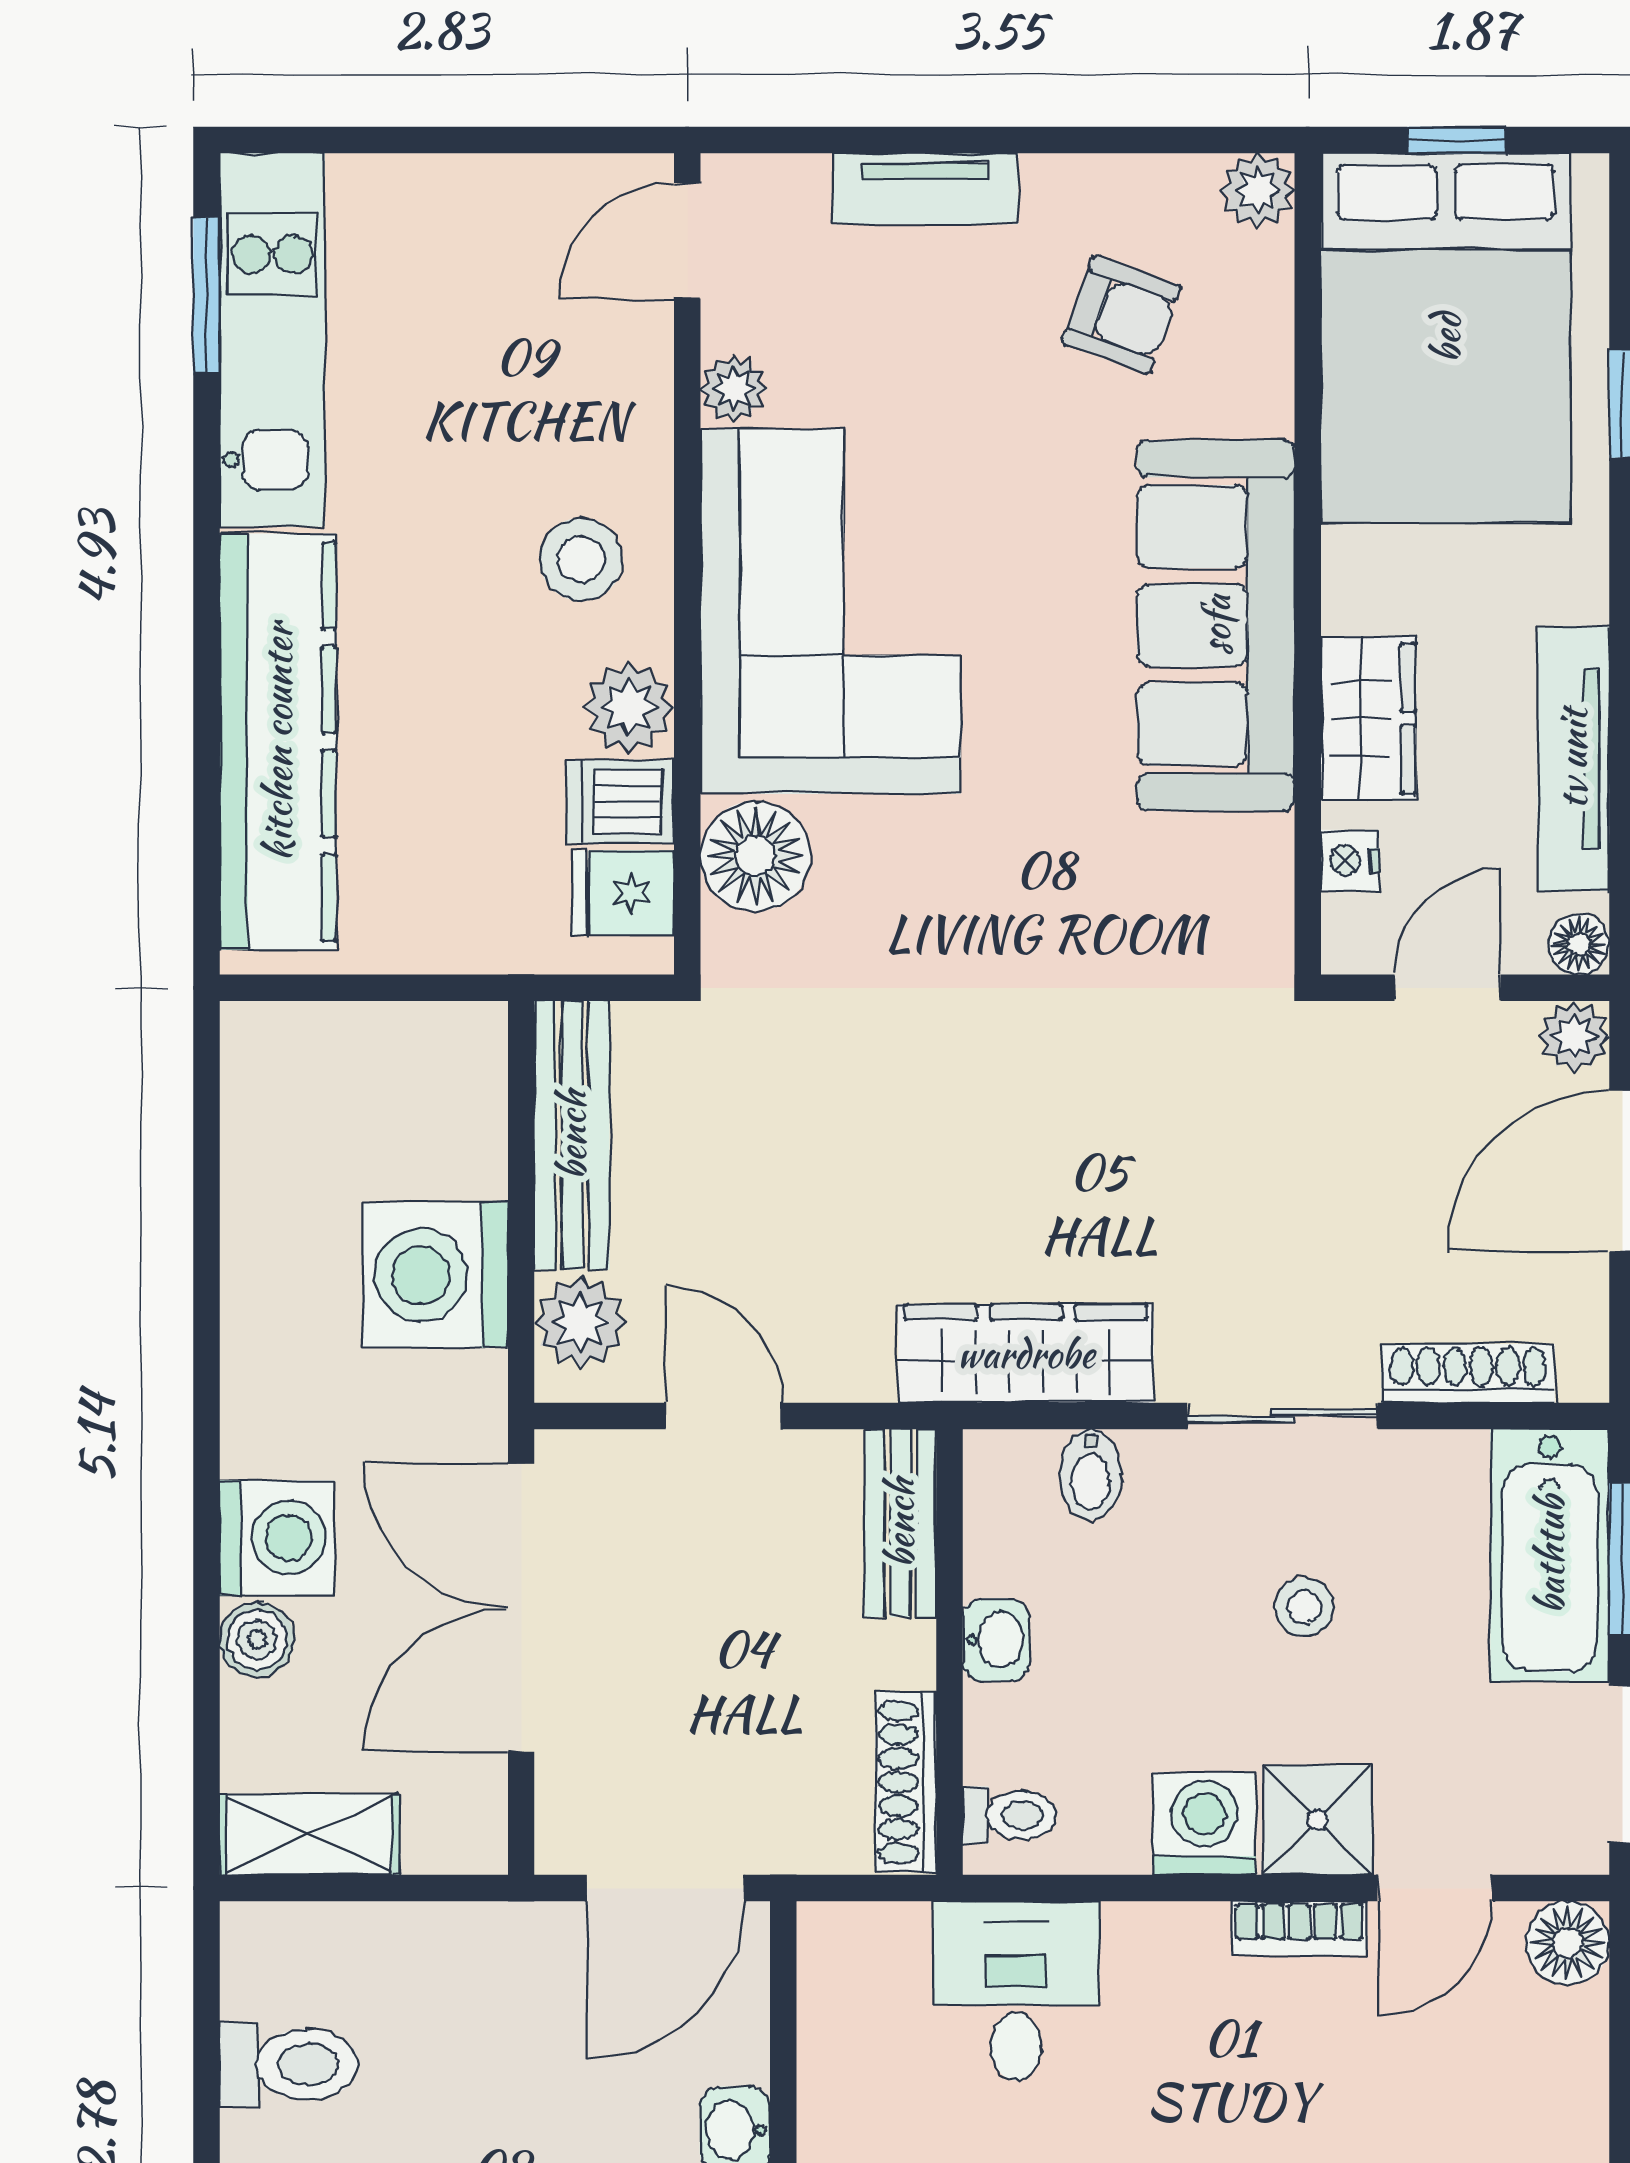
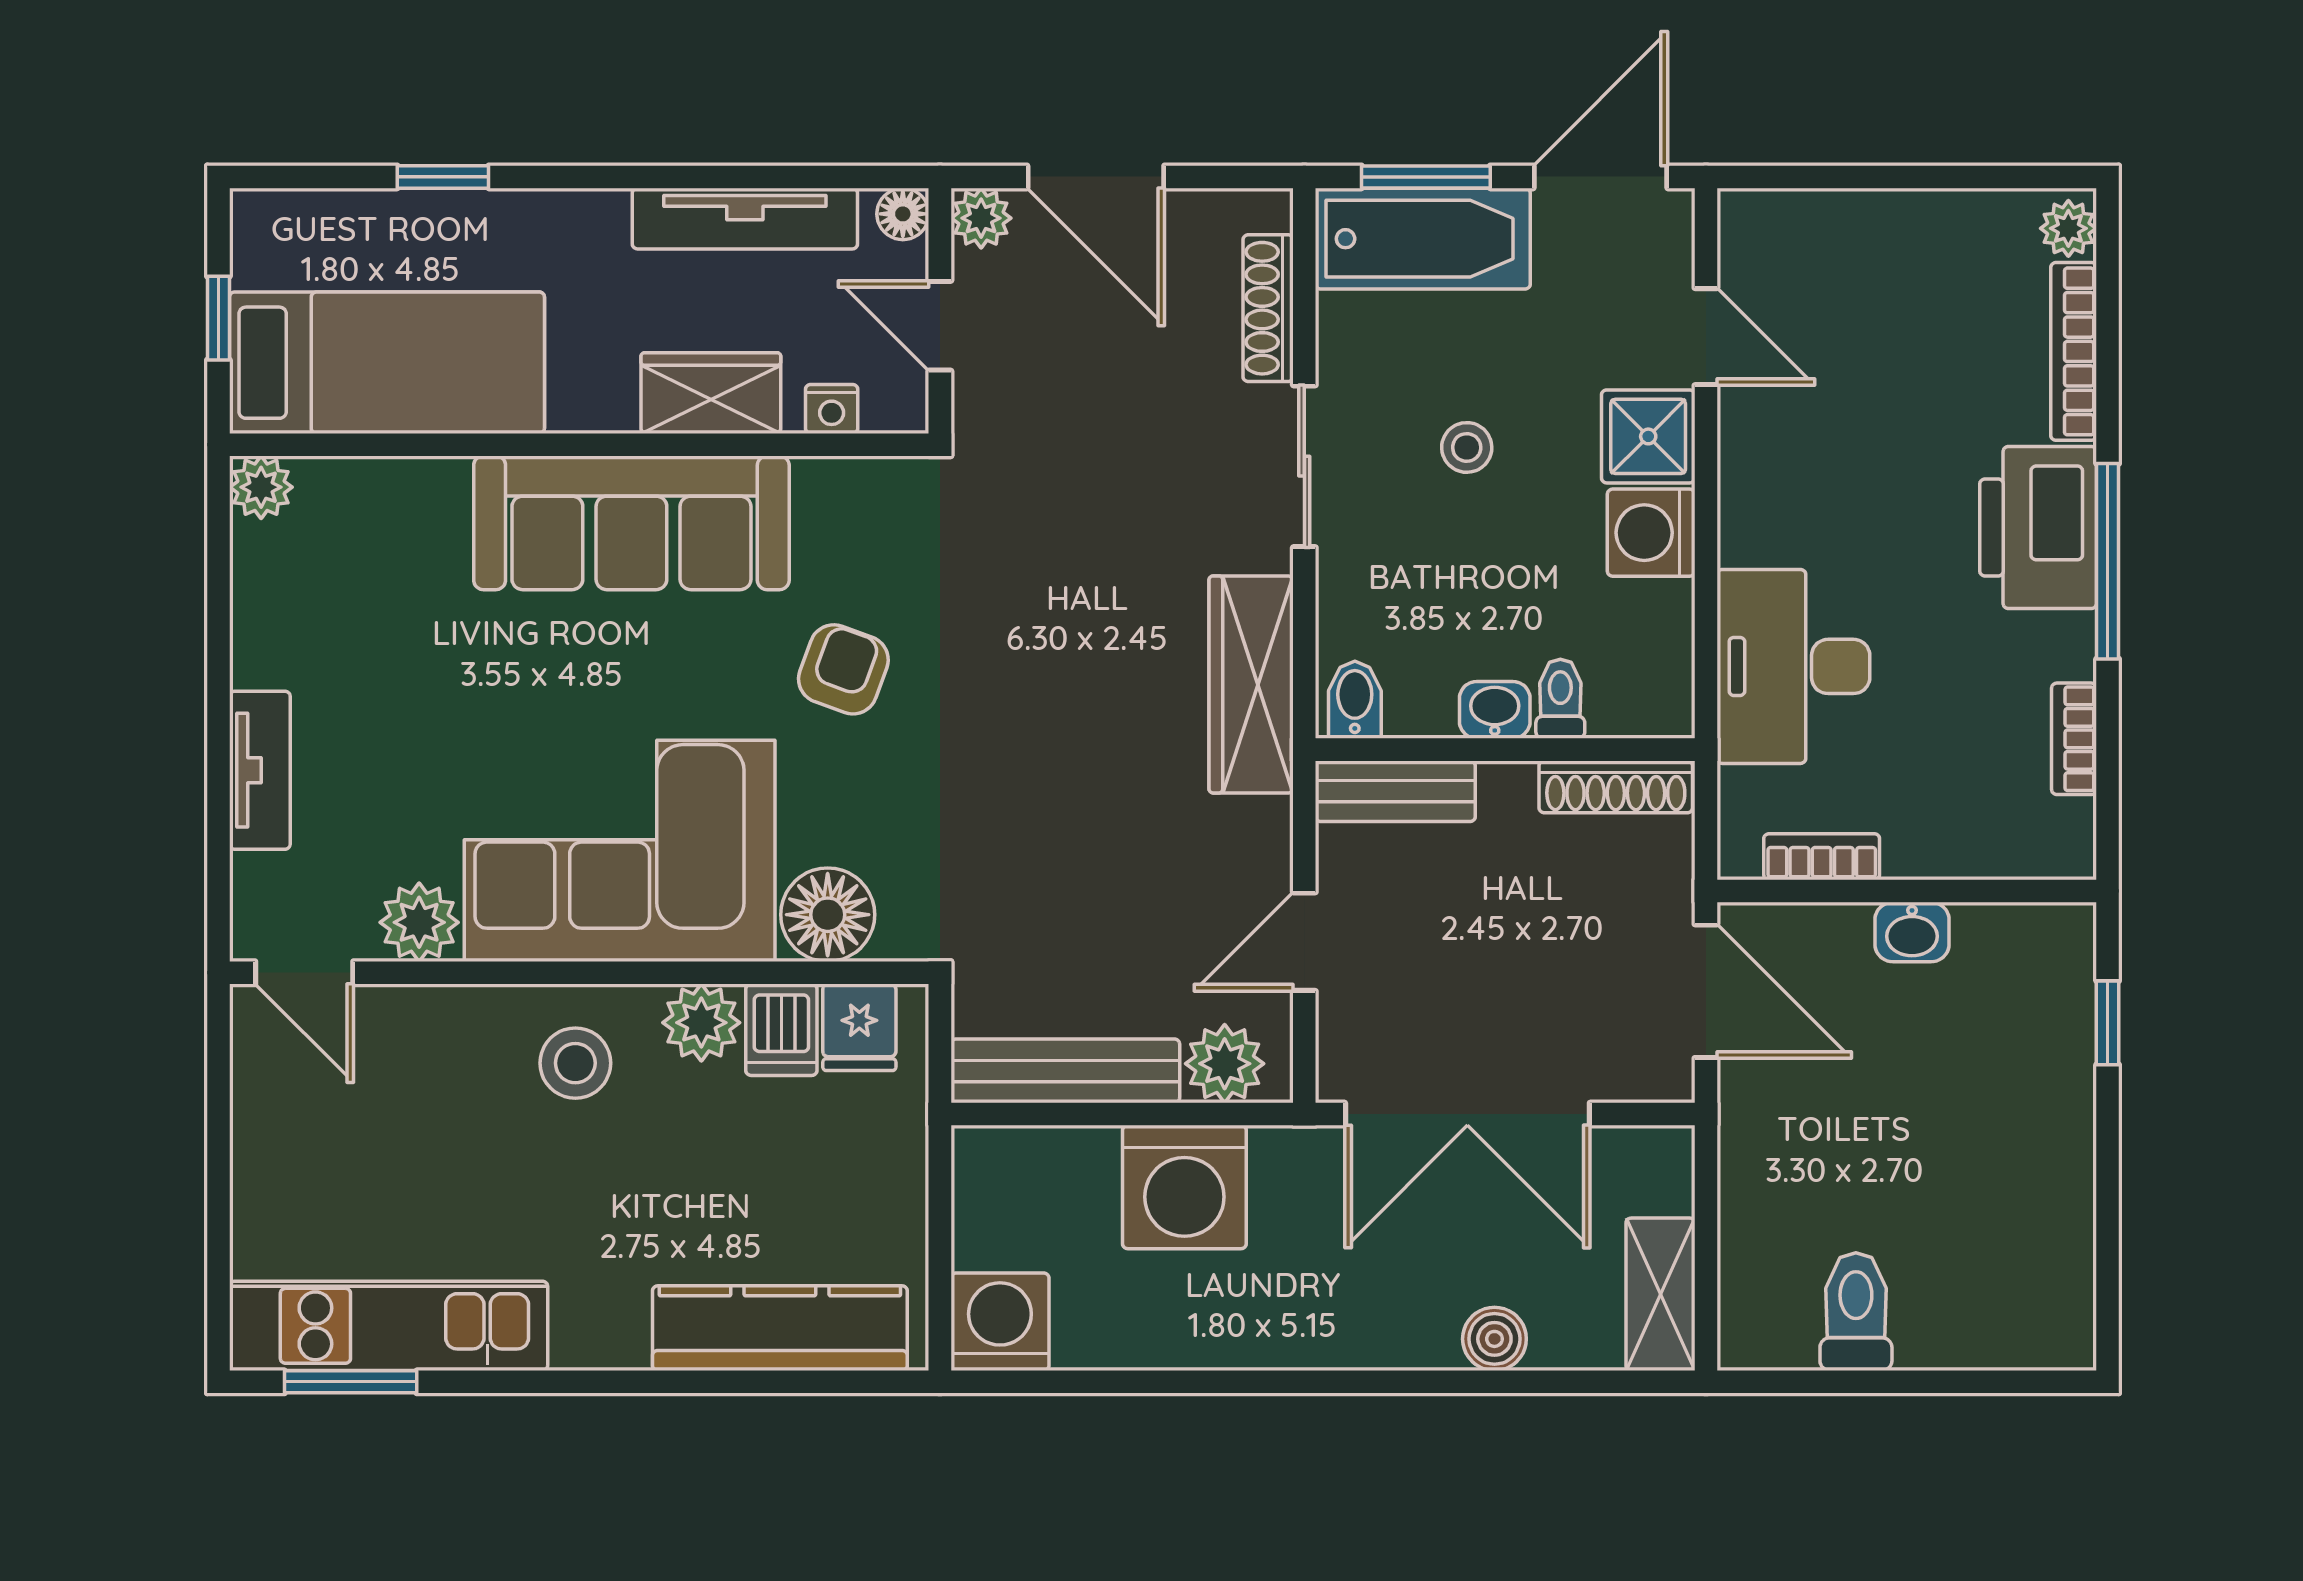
armchair: (1121, 315) -> (843, 669), moved
bed: (1446, 338) -> (387, 363), width x0.67
plant: (734, 389) -> (419, 922), width x1.38, depth x1.38
kitchen counter: (278, 742) -> (780, 1328), width x0.72, depth x0.86
bidet: (1091, 1475) -> (1355, 700), moved, turned -90
washing machine: (277, 1538) -> (1000, 1322), moved
toilet: (1009, 1815) -> (1560, 699), moved
bookcase: (1299, 1928) -> (1822, 857), moved, turned -90
floor lamp: (1568, 1943) -> (1753, 224), removed
desk: (1016, 1991) -> (1793, 666), width x1.37

